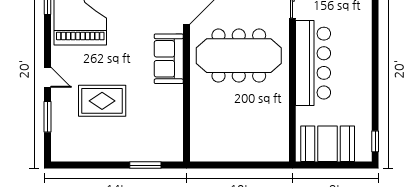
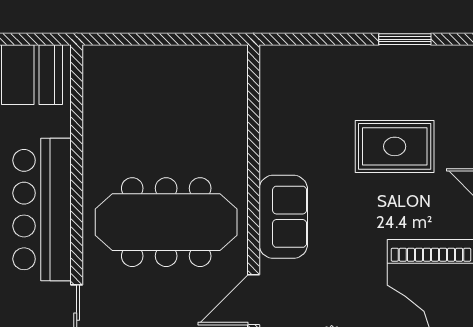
window: (145, 165) -> (405, 39), moved

